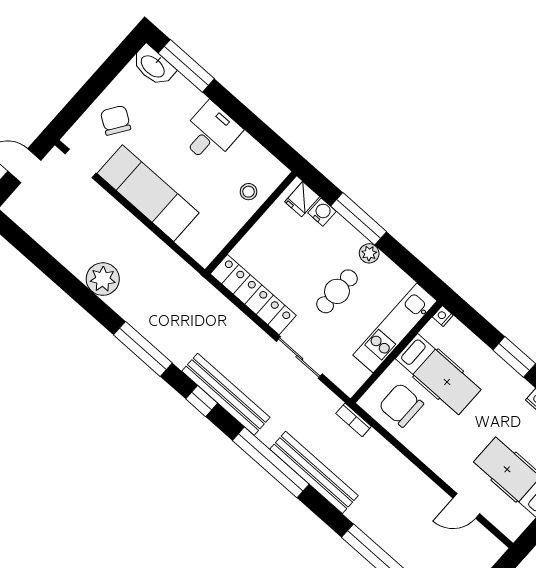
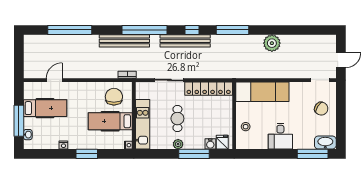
exam couch: (148, 193) -> (262, 92), moved
chair: (401, 405) -> (114, 97), turned -90

